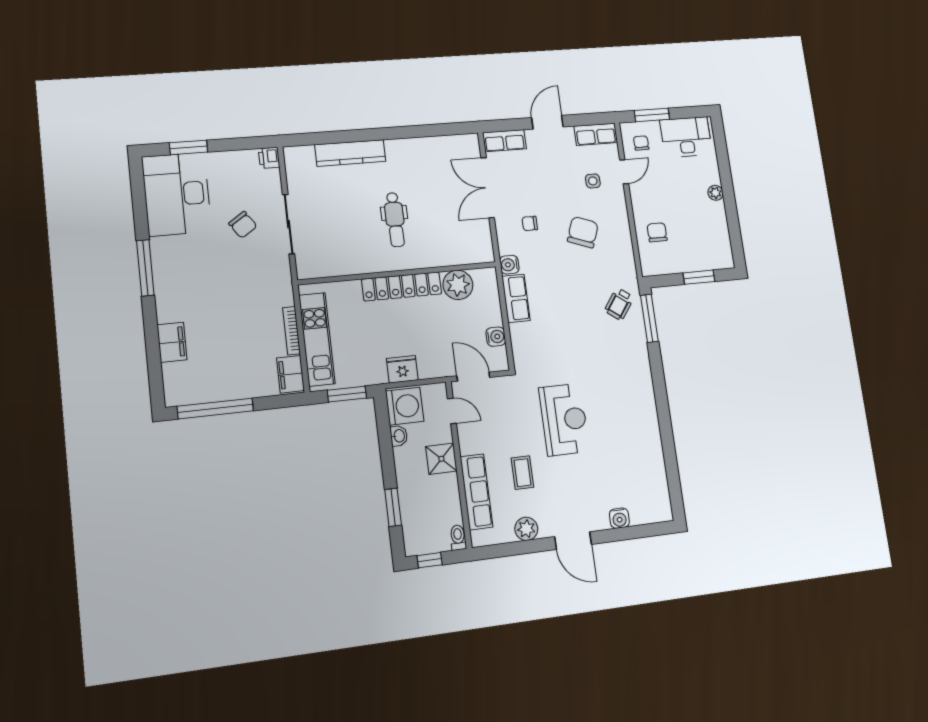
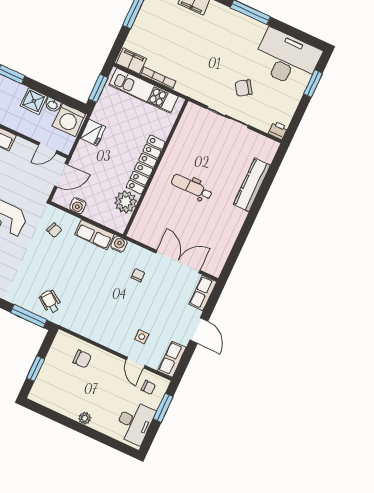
chair: (583, 232) -> (54, 230), moved, width x0.54, depth x0.54
shower: (441, 459) -> (34, 101), moved

